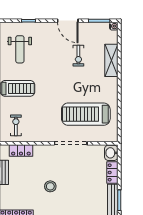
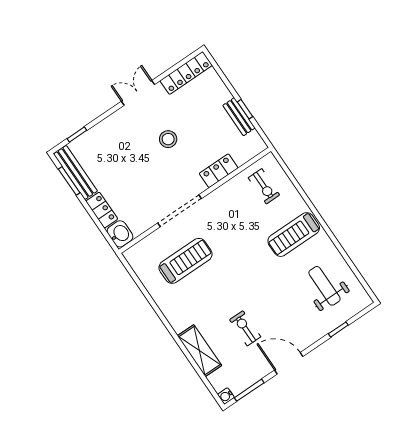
treadmill: (86, 114) -> (186, 261), width x0.73, depth x0.73
locker: (21, 151) -> (219, 171), moved

